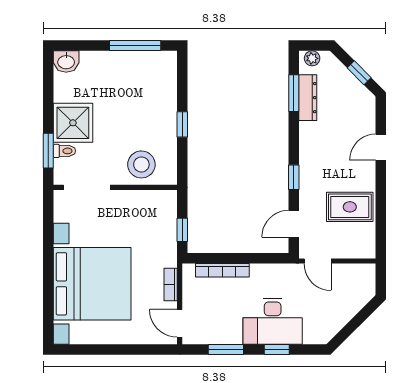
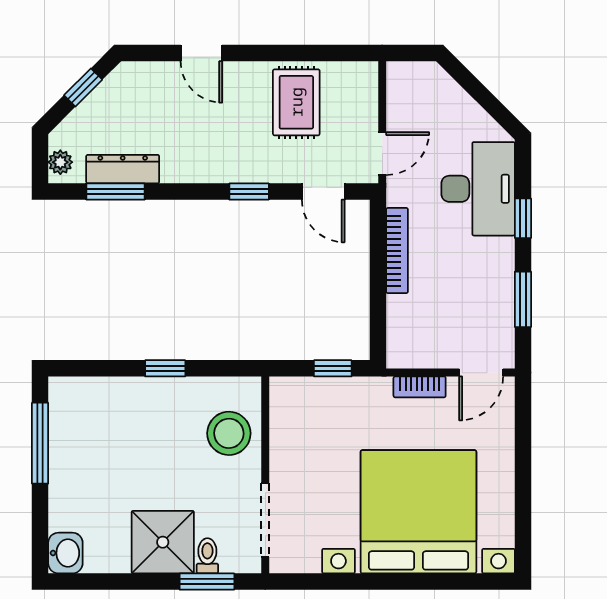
bookcase: (222, 270) -> (397, 251), moved
desk: (273, 321) -> (478, 189), moved

